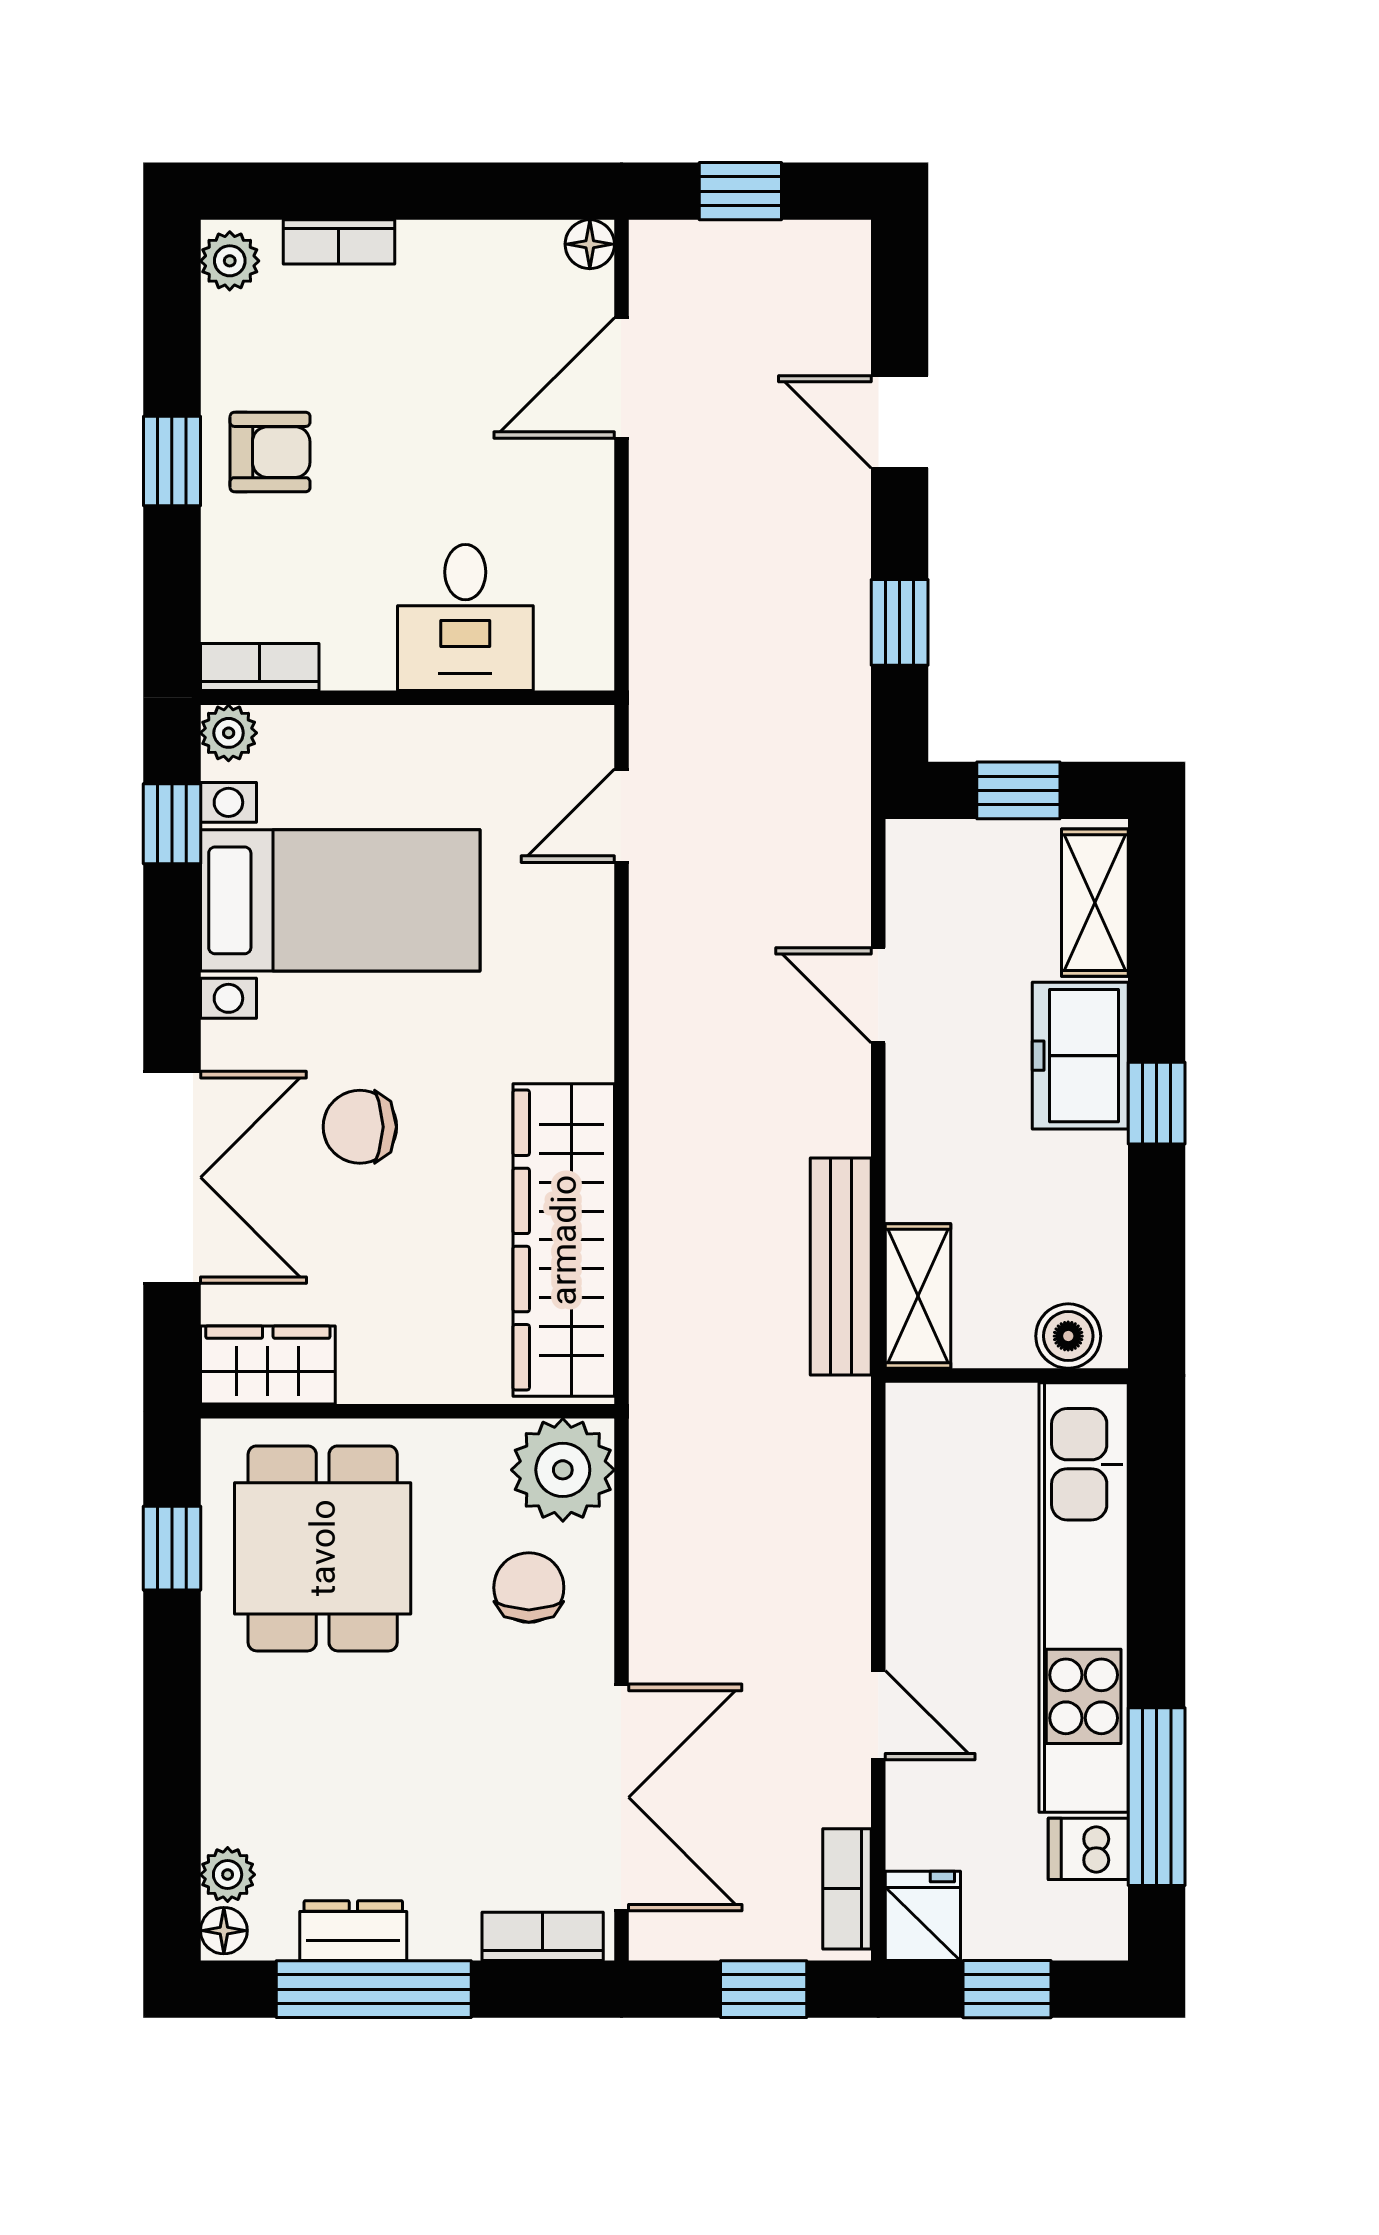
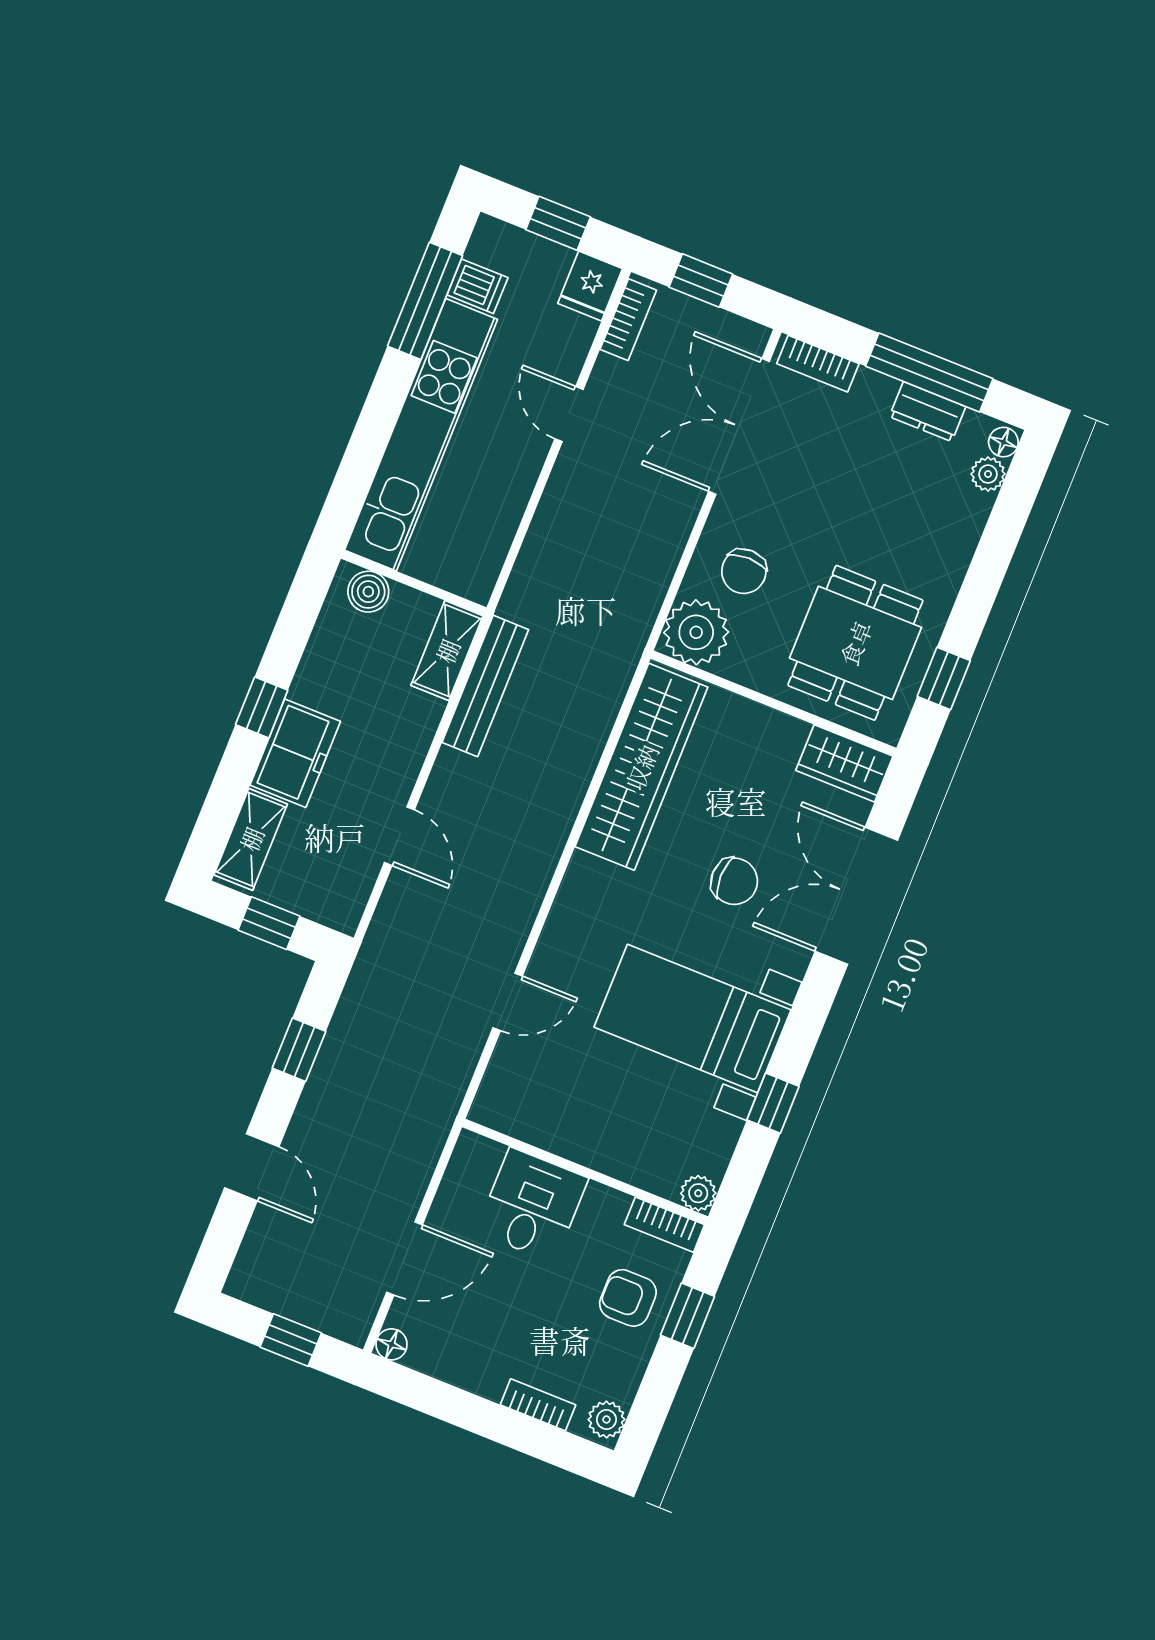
desk: (465, 617) -> (532, 1205), moved
bookcase: (260, 667) -> (664, 1225), moved
wall: (407, 698) -> (585, 1172), moved
plant: (229, 733) -> (698, 1193), moved

